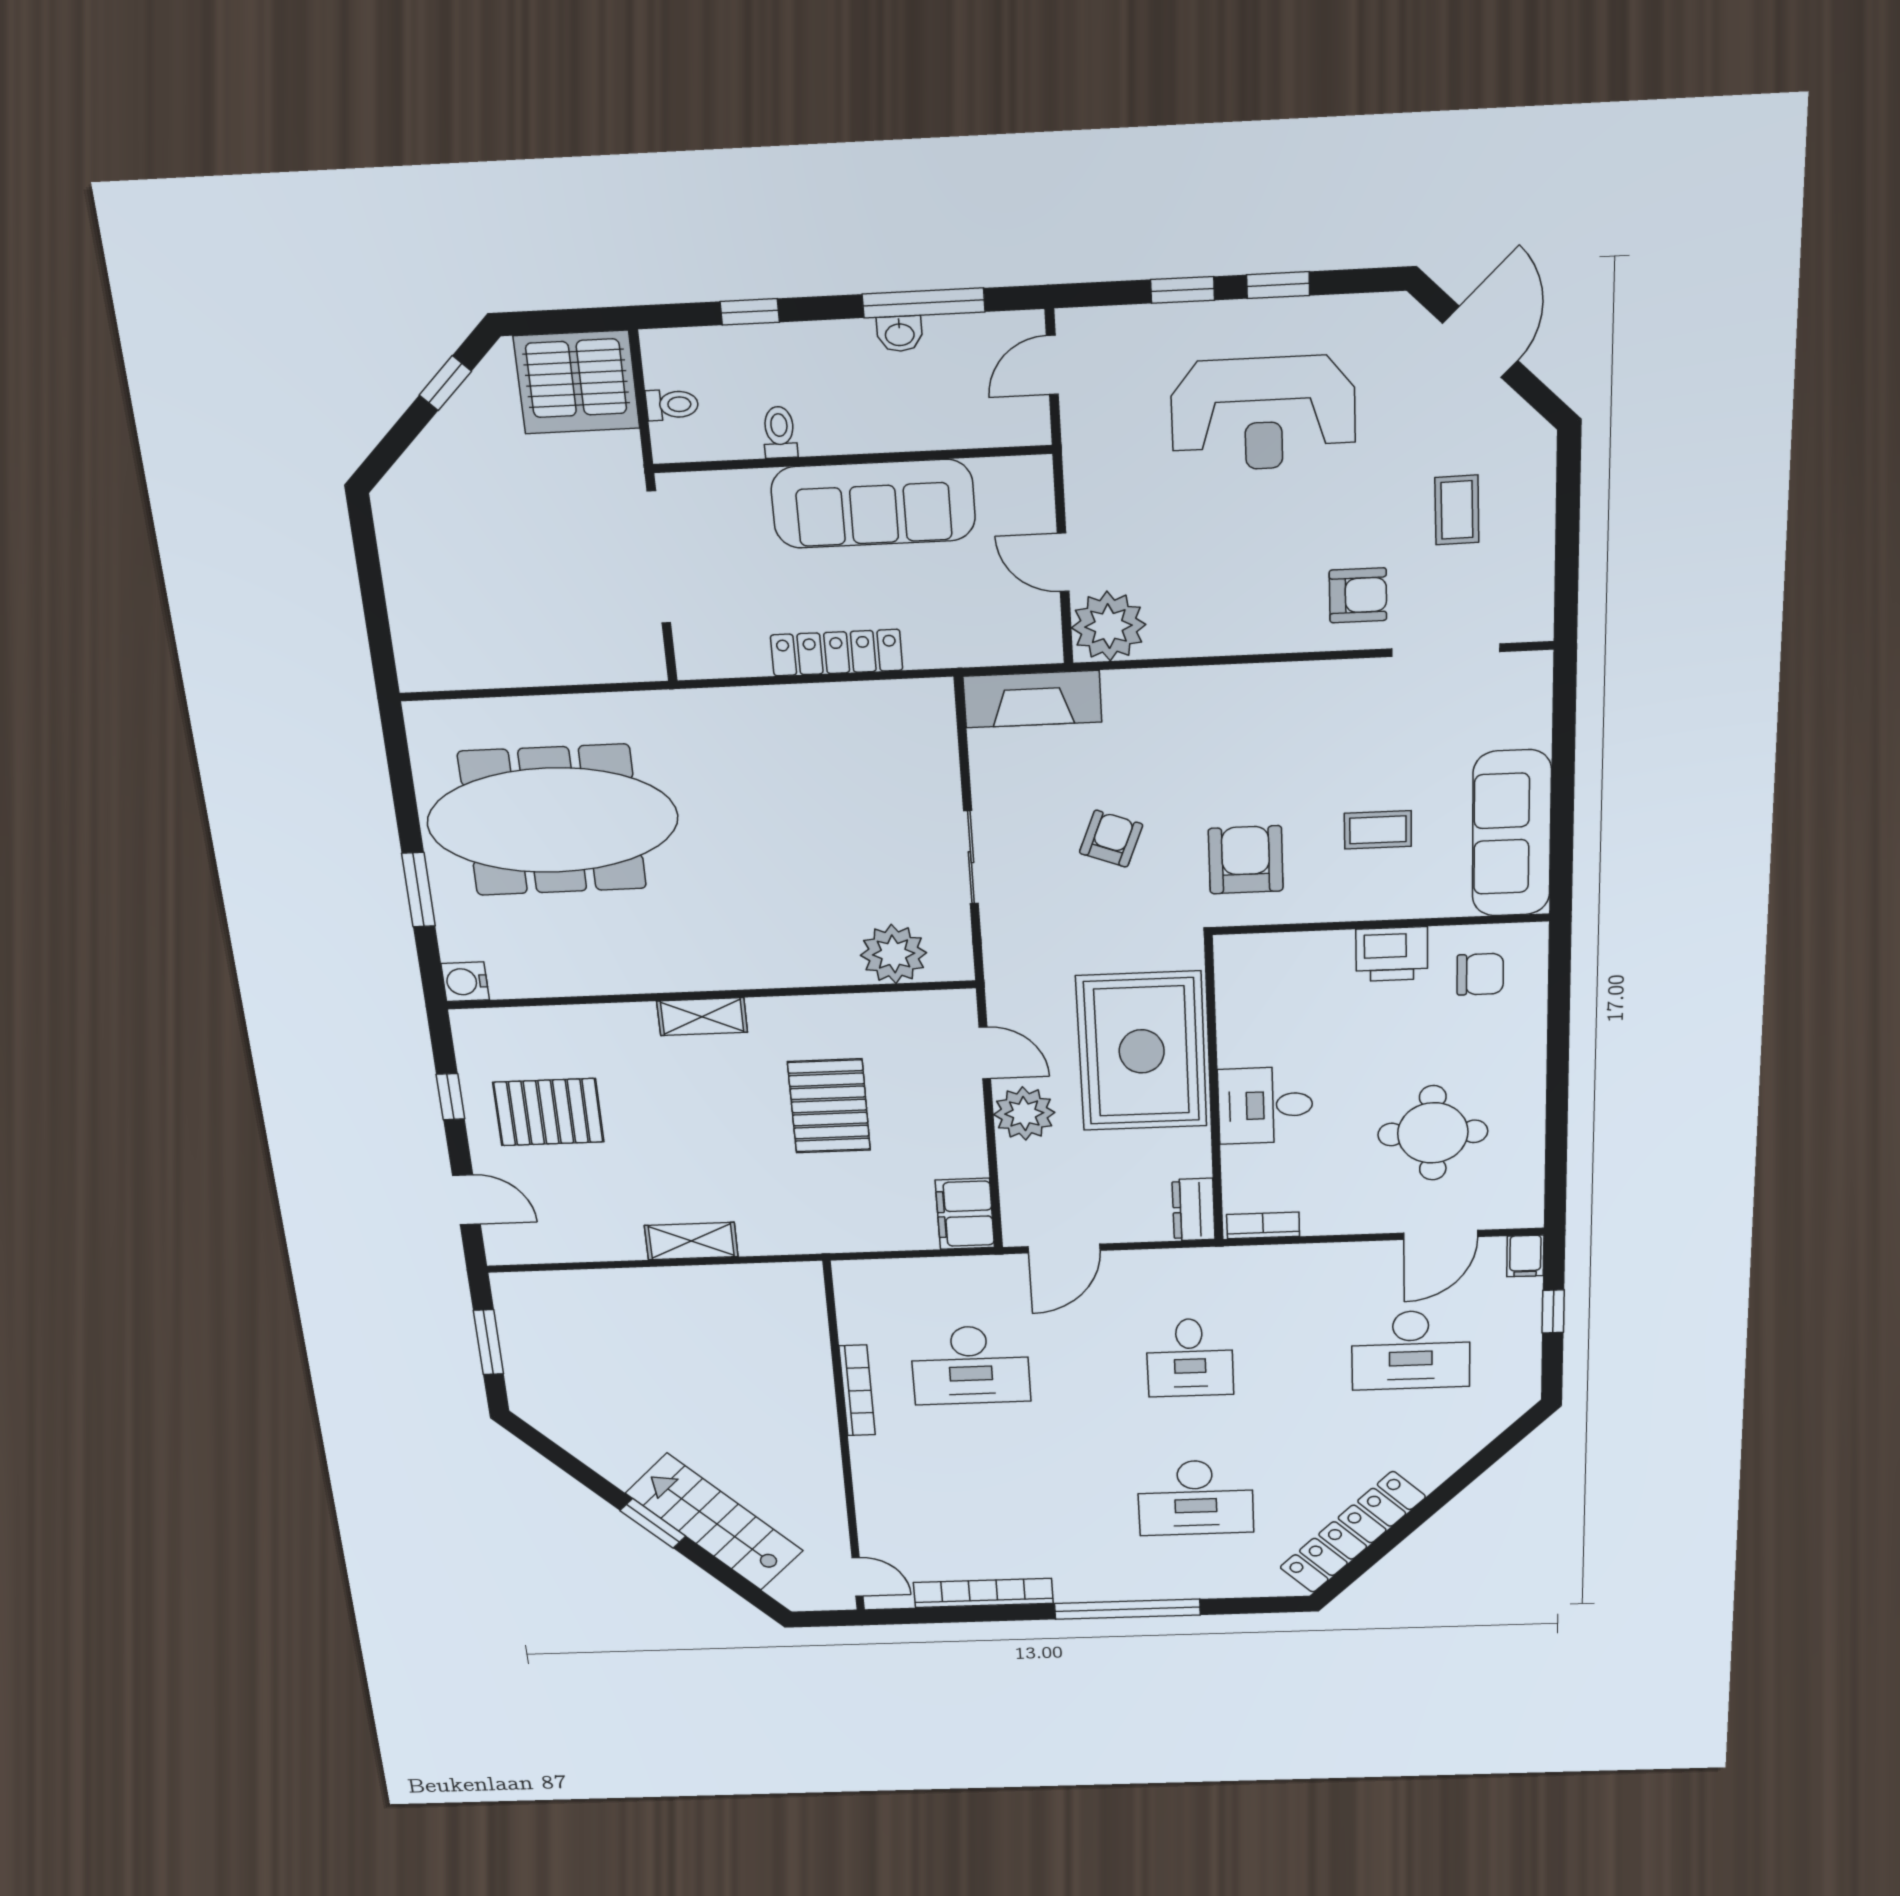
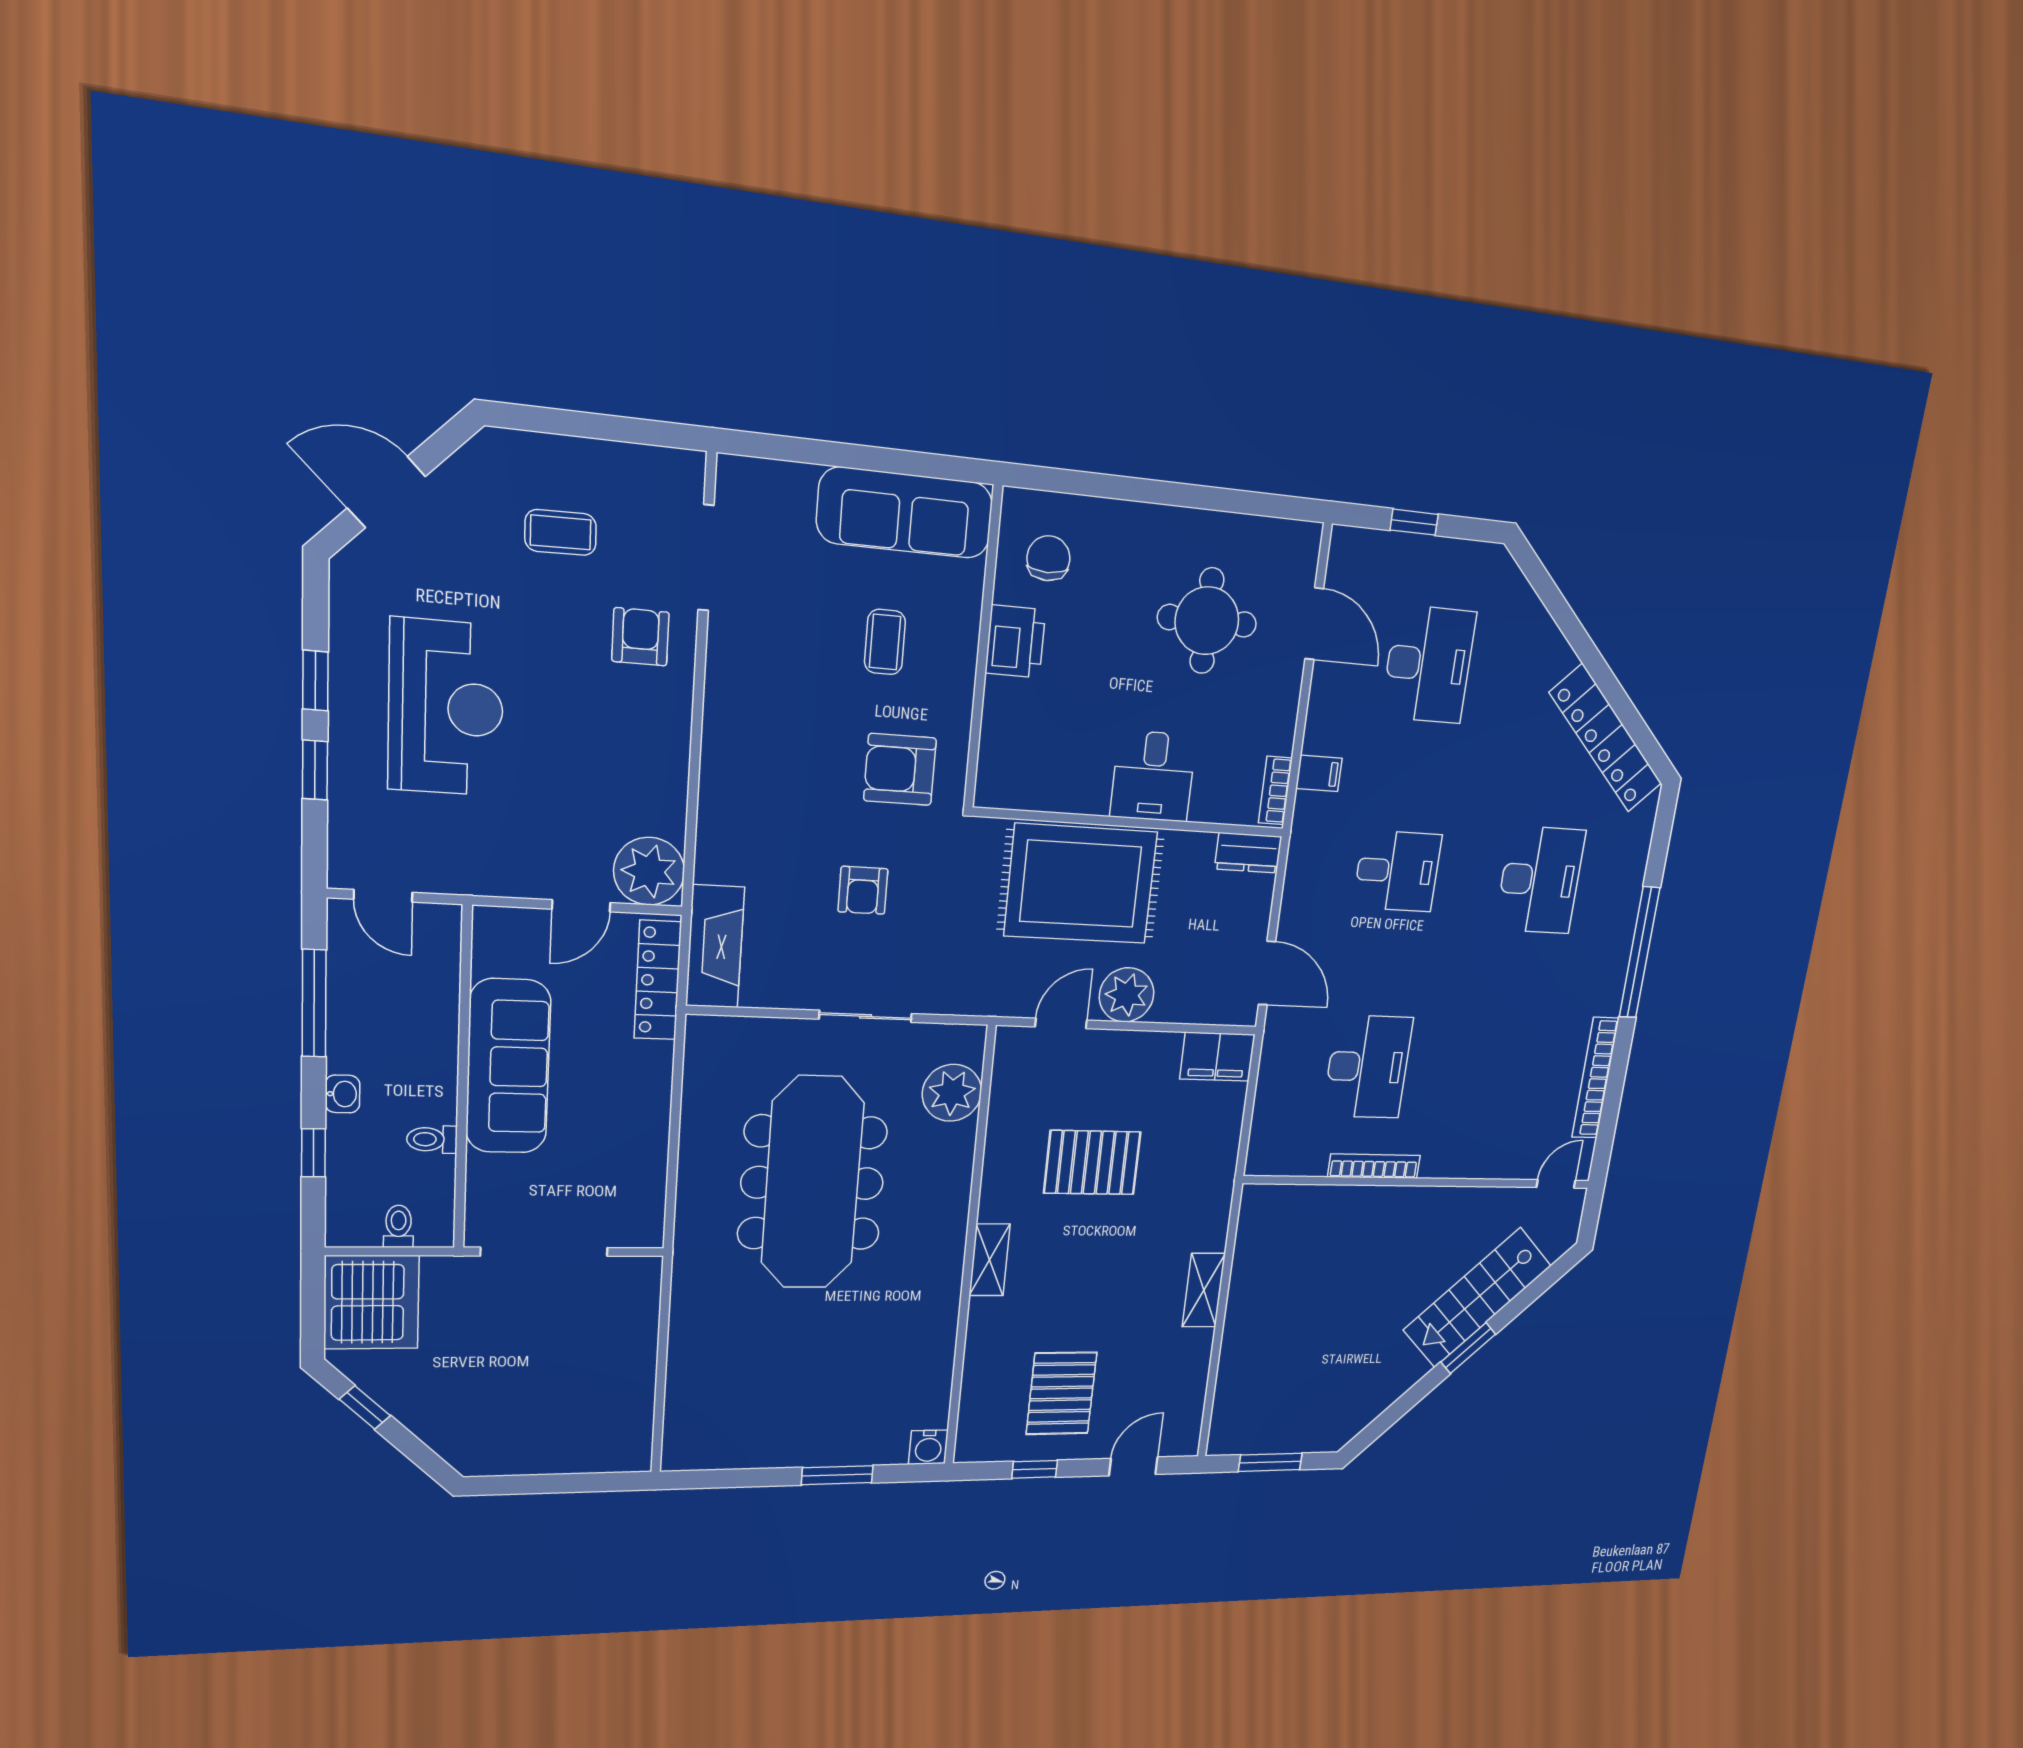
washbasin: (900, 334) -> (342, 1094), moved
locker: (837, 653) -> (658, 980), moved
meeting table: (552, 820) -> (812, 1183), moved
armchair: (1111, 839) -> (863, 890), turned -111
filing cabinet: (1525, 1256) -> (1319, 773), moved

